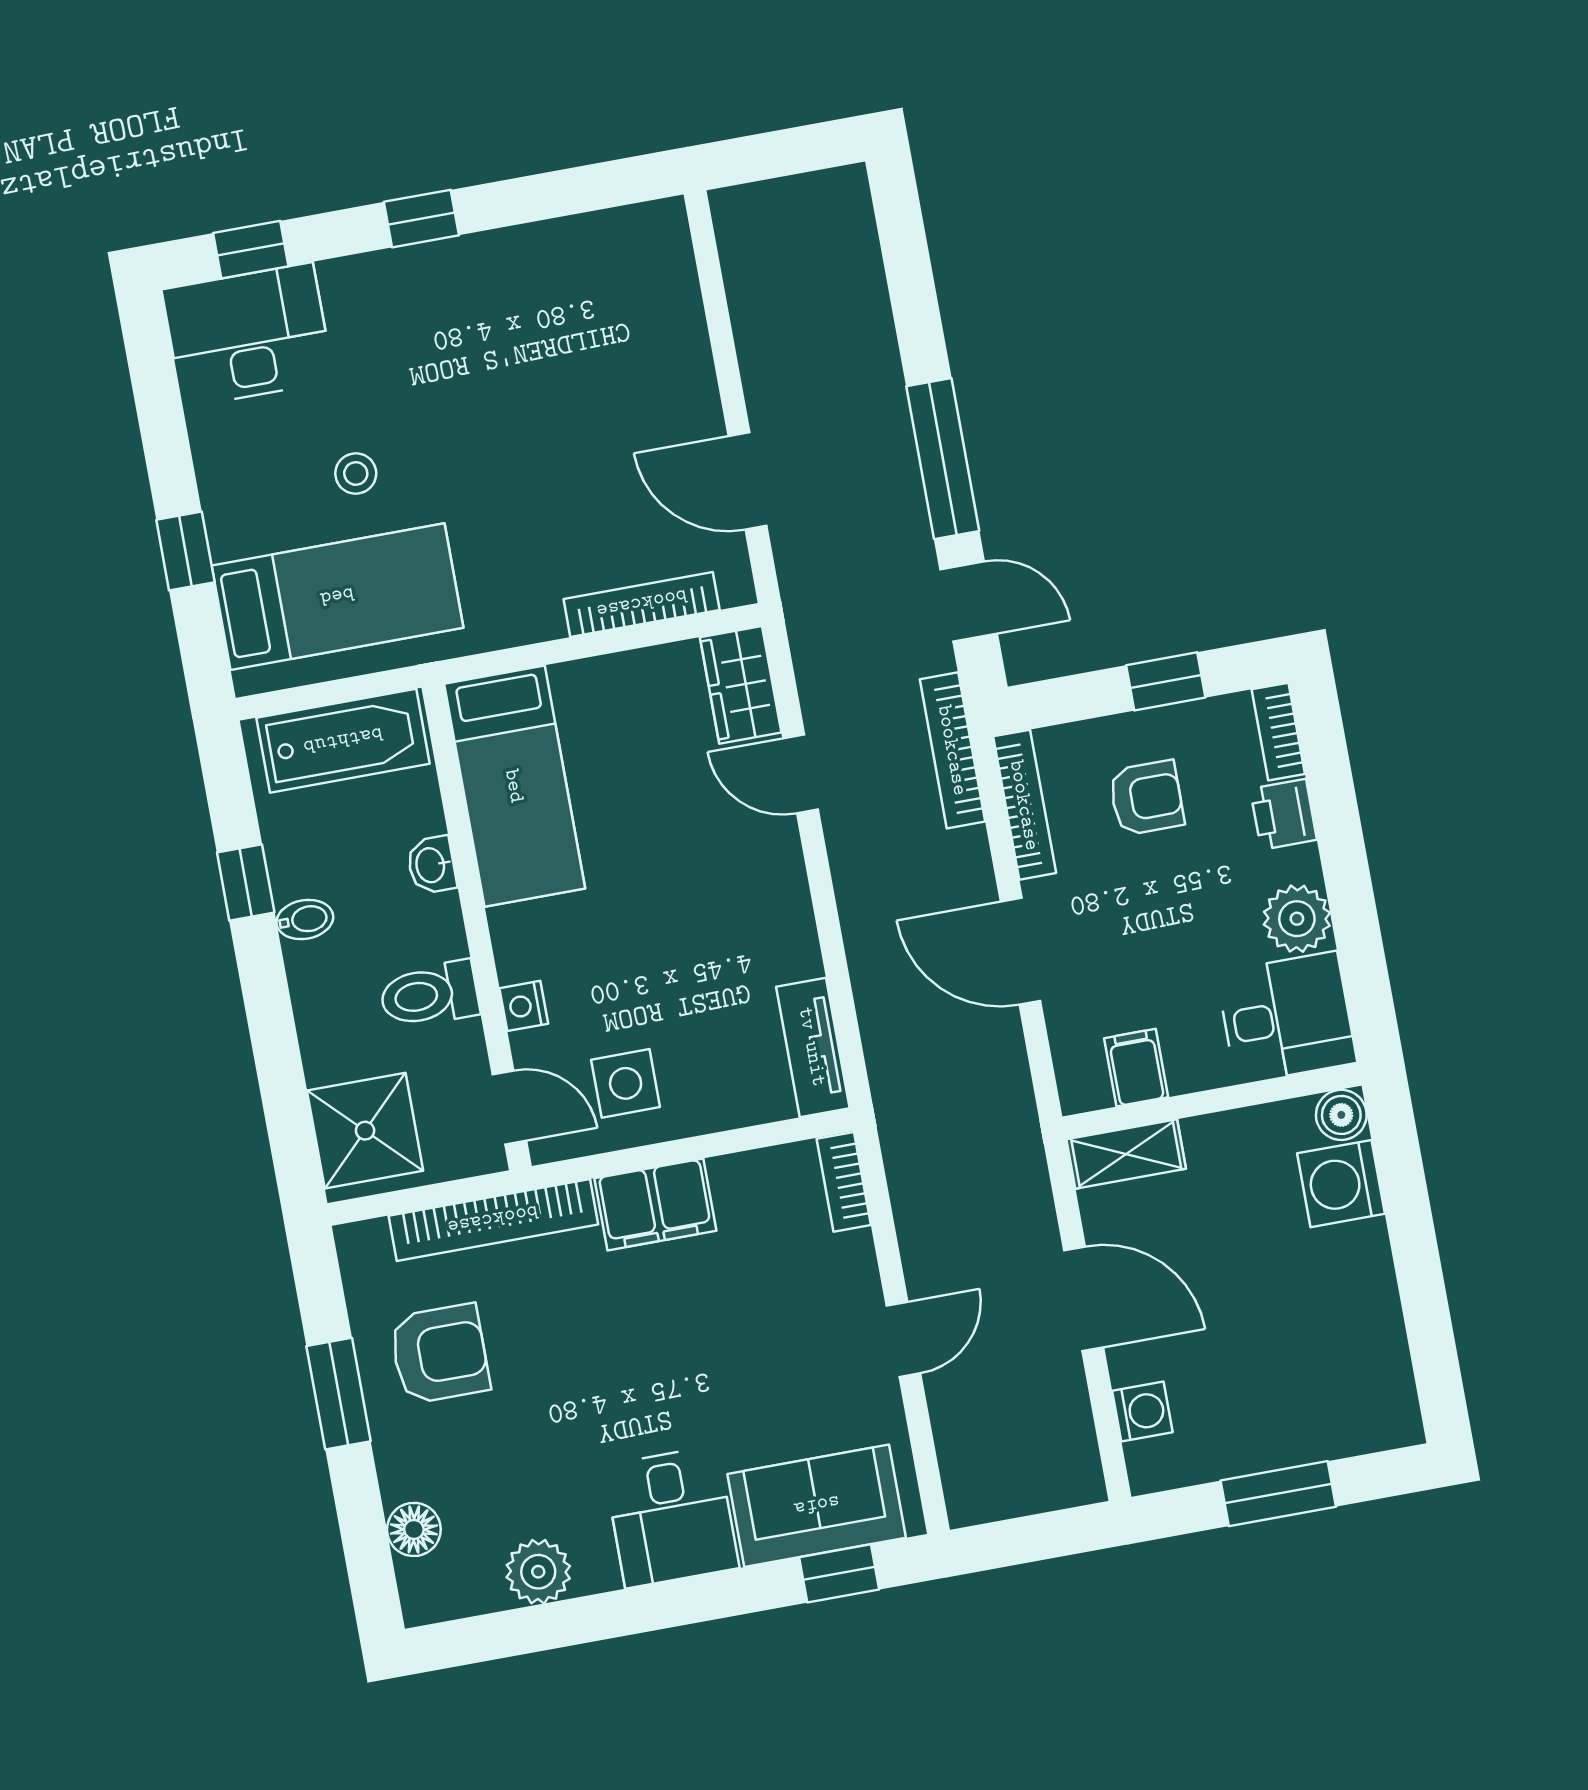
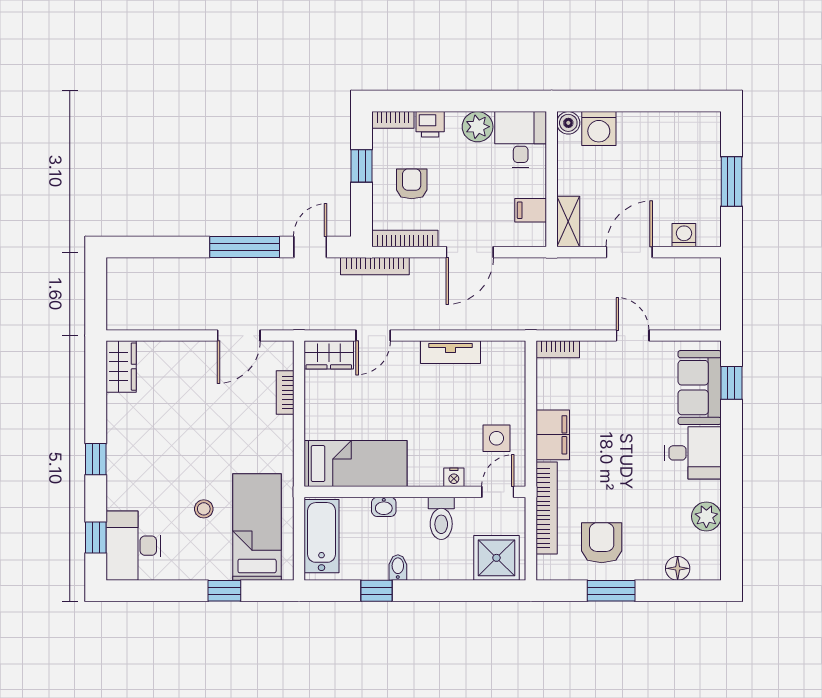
wardrobe: (633, 237) -> (121, 367), added
bookcase: (642, 604) -> (285, 392), width x0.64
tv unit: (813, 1047) -> (450, 352), moved

